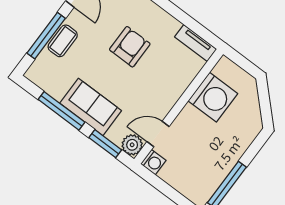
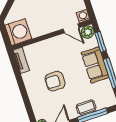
washing machine: (213, 97) -> (18, 32), moved, turned 90

